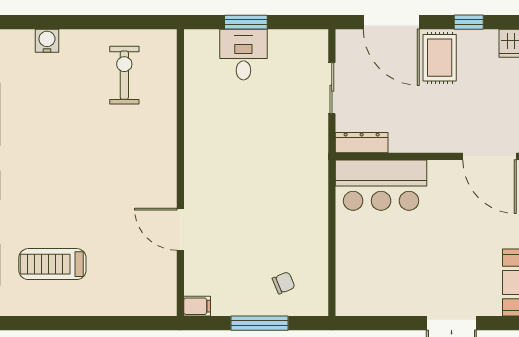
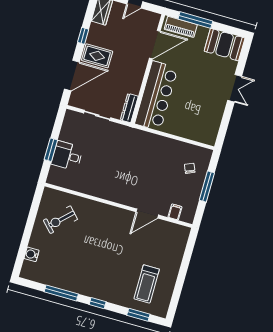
exercise bike: (124, 75) -> (60, 220), turned -44
bar counter: (381, 185) -> (156, 96), width x1.36
filing cabinet: (197, 306) -> (175, 212), moved

